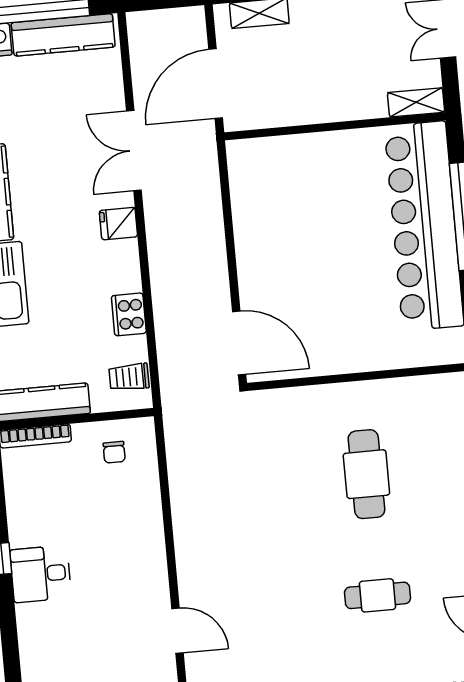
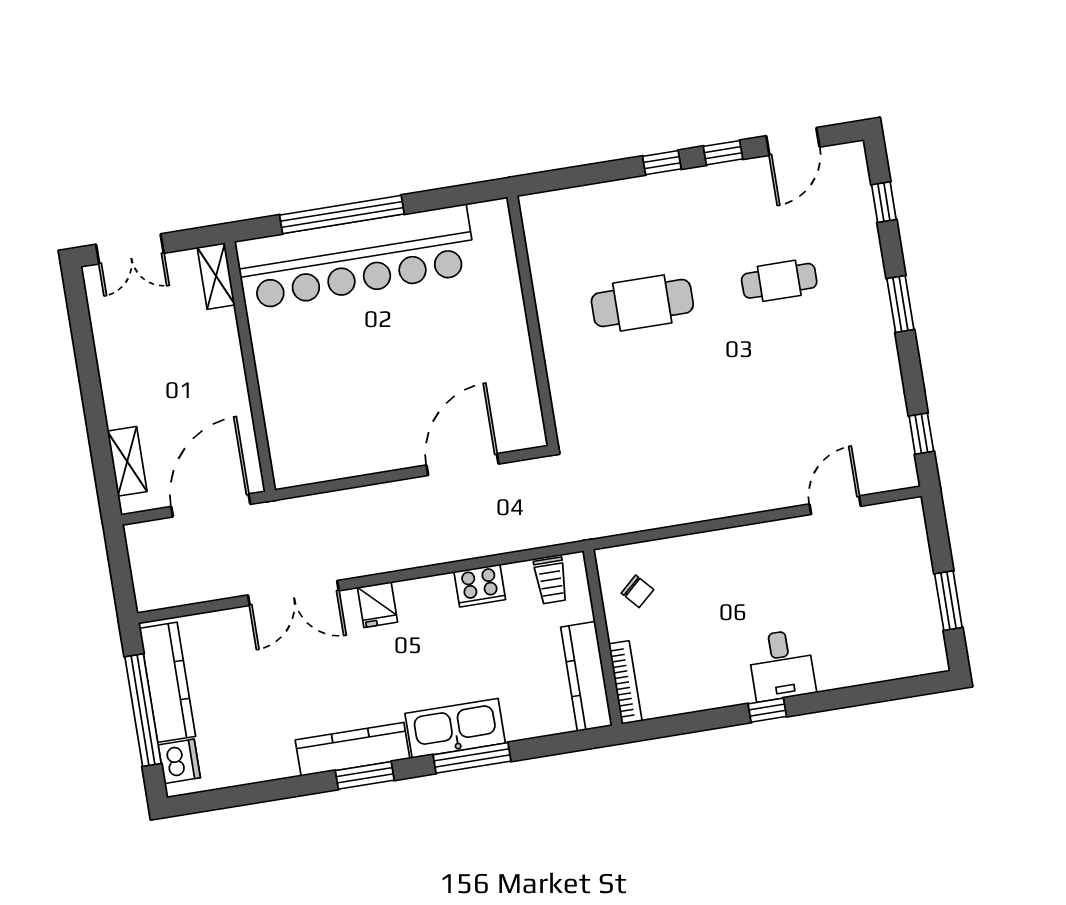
door: (216, 84) -> (211, 505), swing flipped
door: (239, 343) -> (462, 465), moved
chair: (114, 452) -> (637, 591), turned 48
cafe table: (377, 595) -> (779, 281), turned 90

